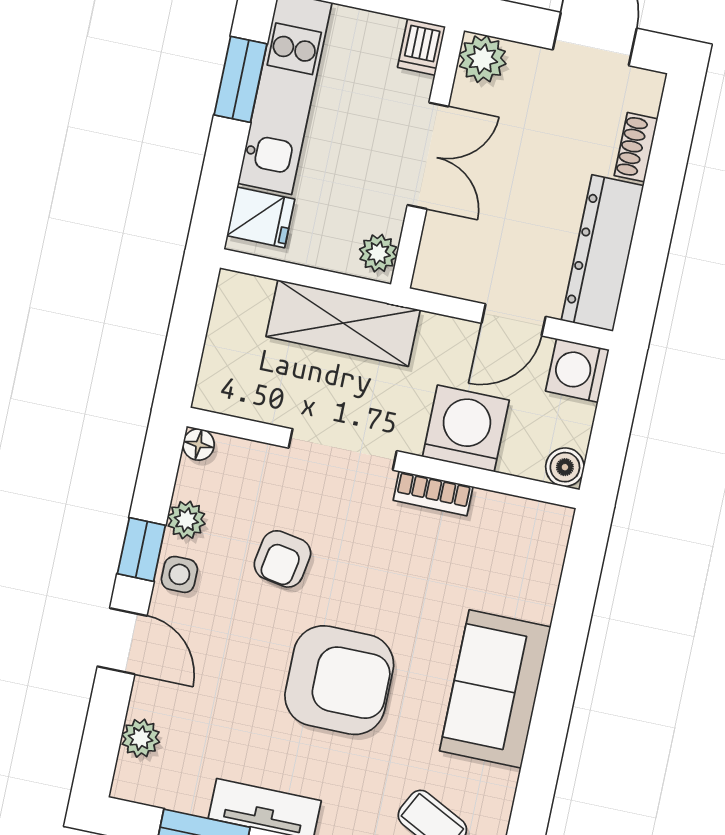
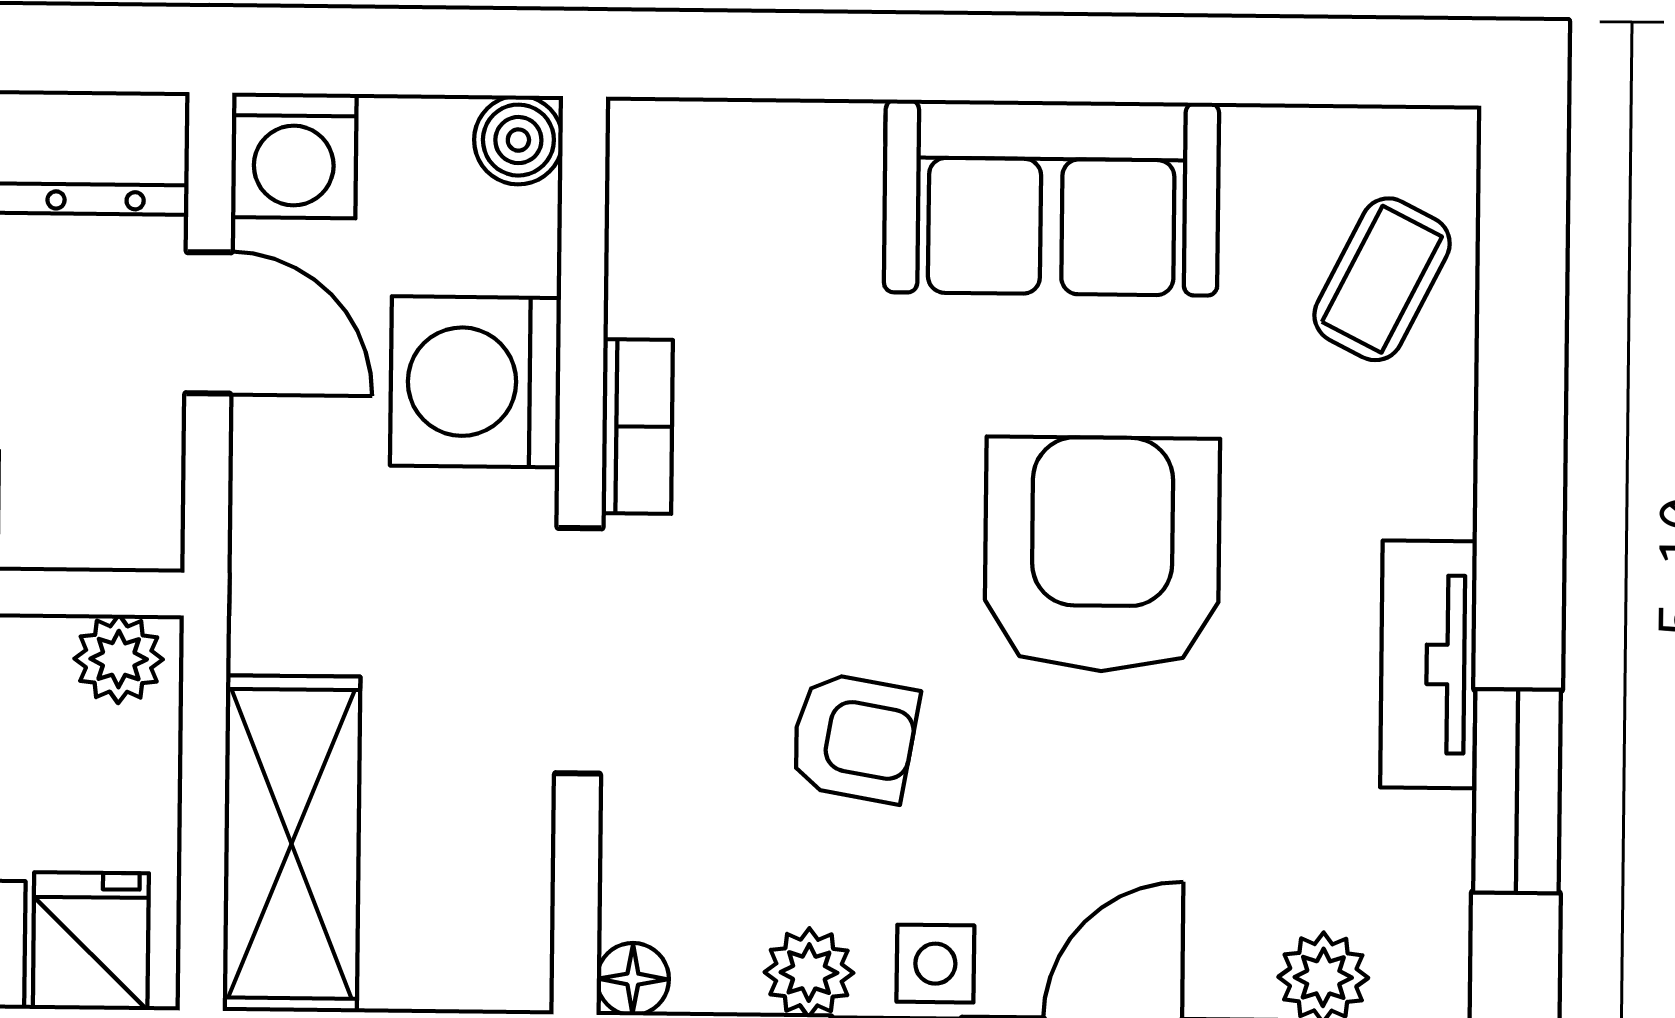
shelving: (343, 323) -> (291, 844), moved

